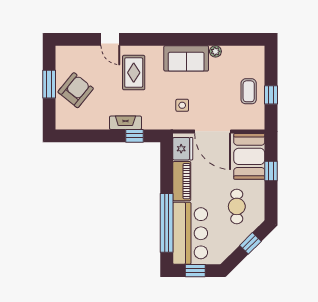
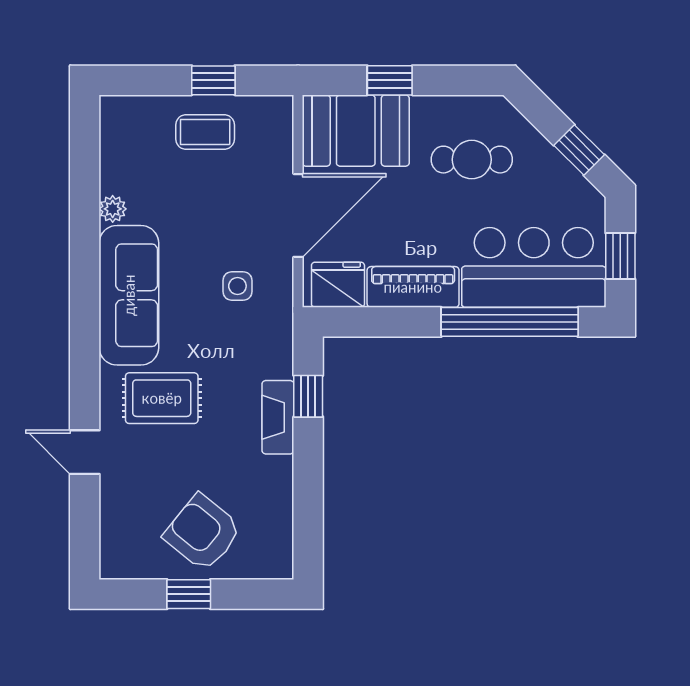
door: (110, 39) -> (85, 452), swing flipped
sofa: (186, 58) -> (129, 295), width x1.36
window: (49, 84) -> (189, 594), width x0.67
window: (250, 243) -> (579, 150), moved

